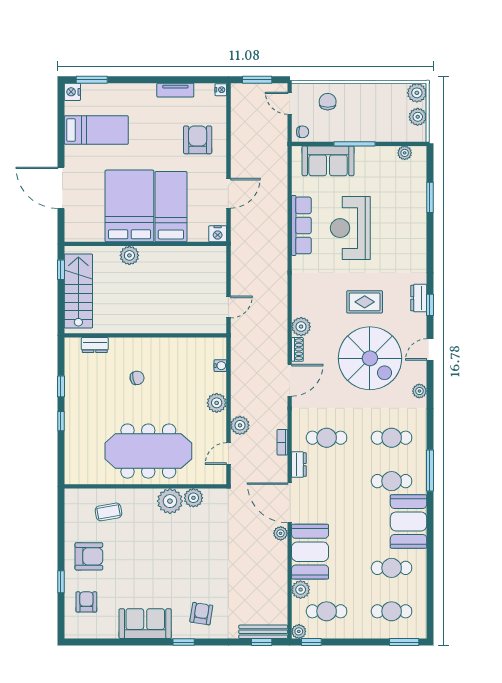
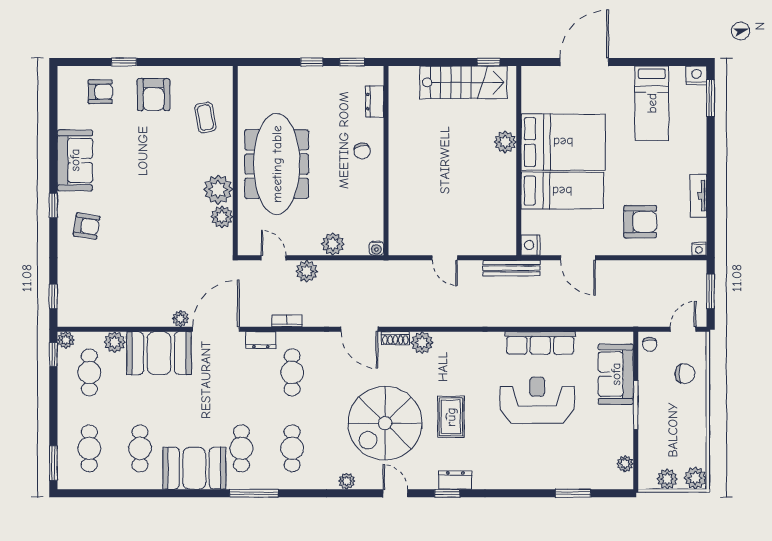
wall: (145, 335) -> (386, 161), moved
dresser: (95, 345) -> (375, 102), moved
bench: (263, 632) -> (511, 268), moved, turned 90

